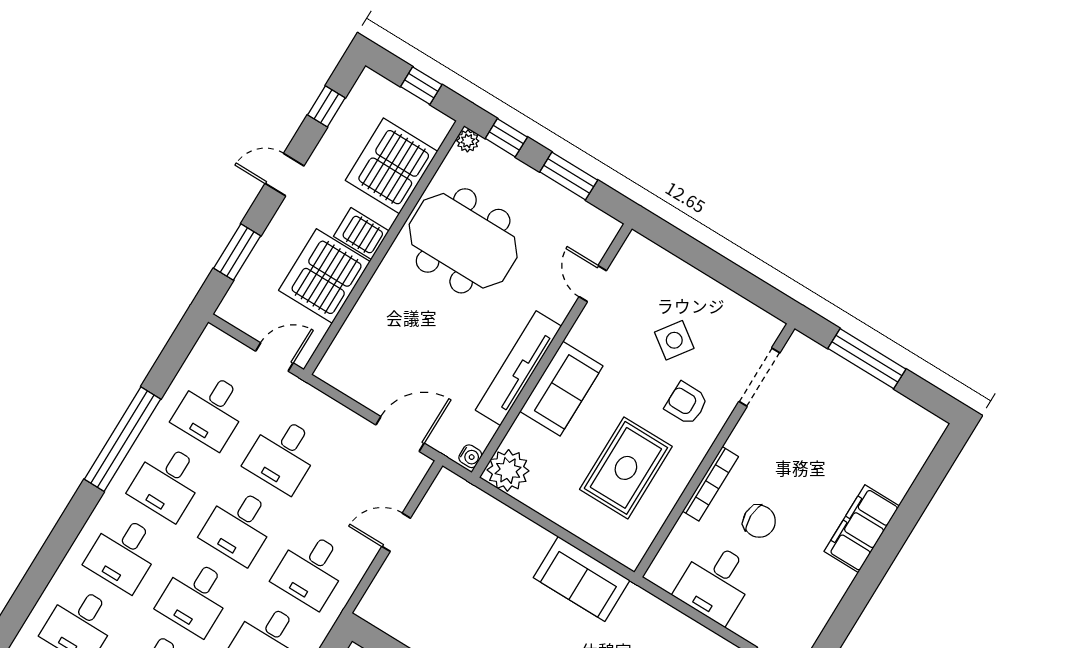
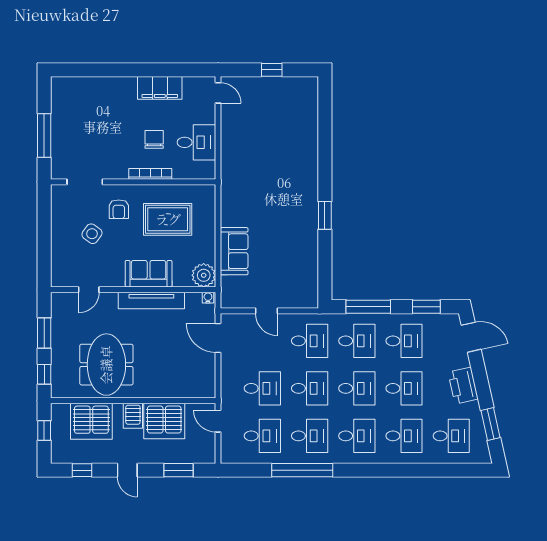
plant: (468, 141) -> (57, 392), removed
filing cabinet: (862, 529) -> (160, 88), moved
sofa: (582, 579) -> (234, 251), moved

